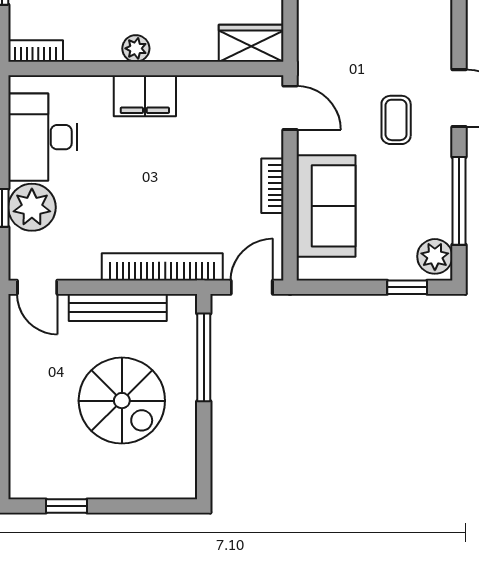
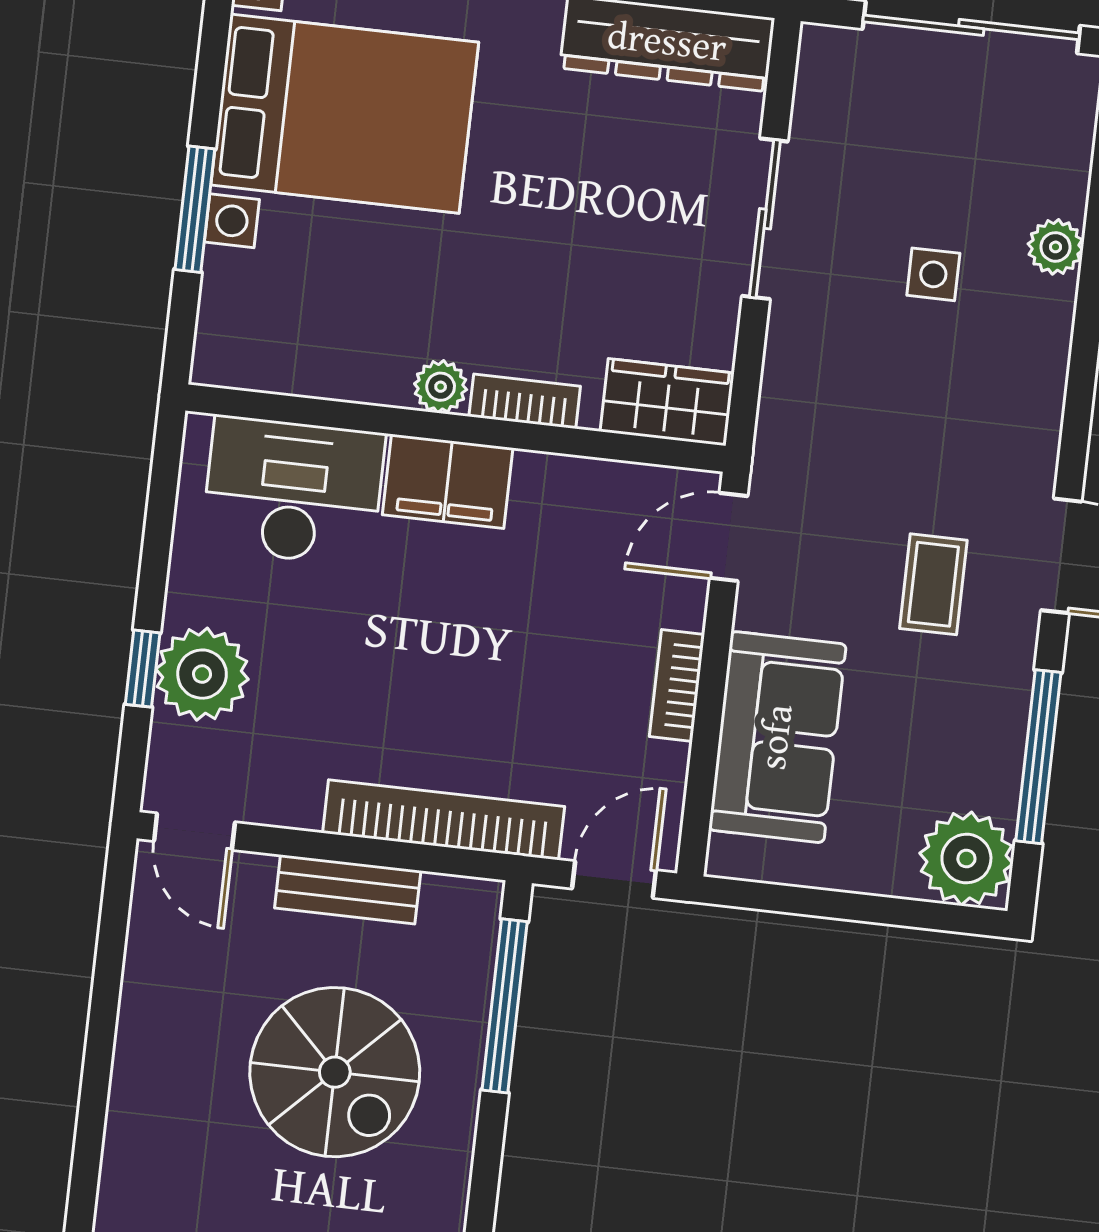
bookcase: (36, 51) -> (525, 401), moved
door: (290, 108) -> (729, 537), swing flipped
desk: (43, 137) -> (293, 491), moved, turned 90
plant: (435, 256) -> (966, 859), width x1.36, depth x1.36
window: (407, 287) -> (918, 914), removed
bench: (118, 308) -> (348, 889), width x0.73

